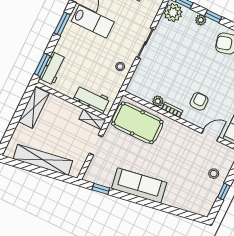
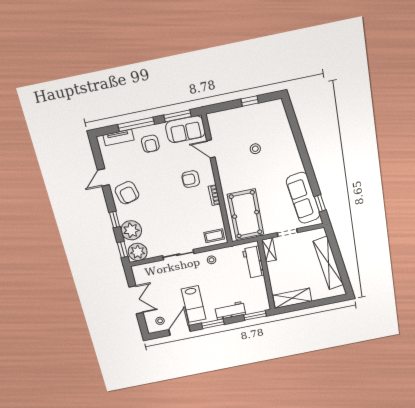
plant: (201, 20) -> (131, 230), width x1.87, depth x1.87
lab bench: (93, 22) -> (194, 304), turned 180
workbench: (53, 68) -> (230, 311), moved
coffee table: (139, 84) -> (214, 236), added
plant: (158, 101) -> (216, 211), removed
stool: (214, 174) -> (255, 149), moved
sofa: (139, 185) -> (303, 198), moved

